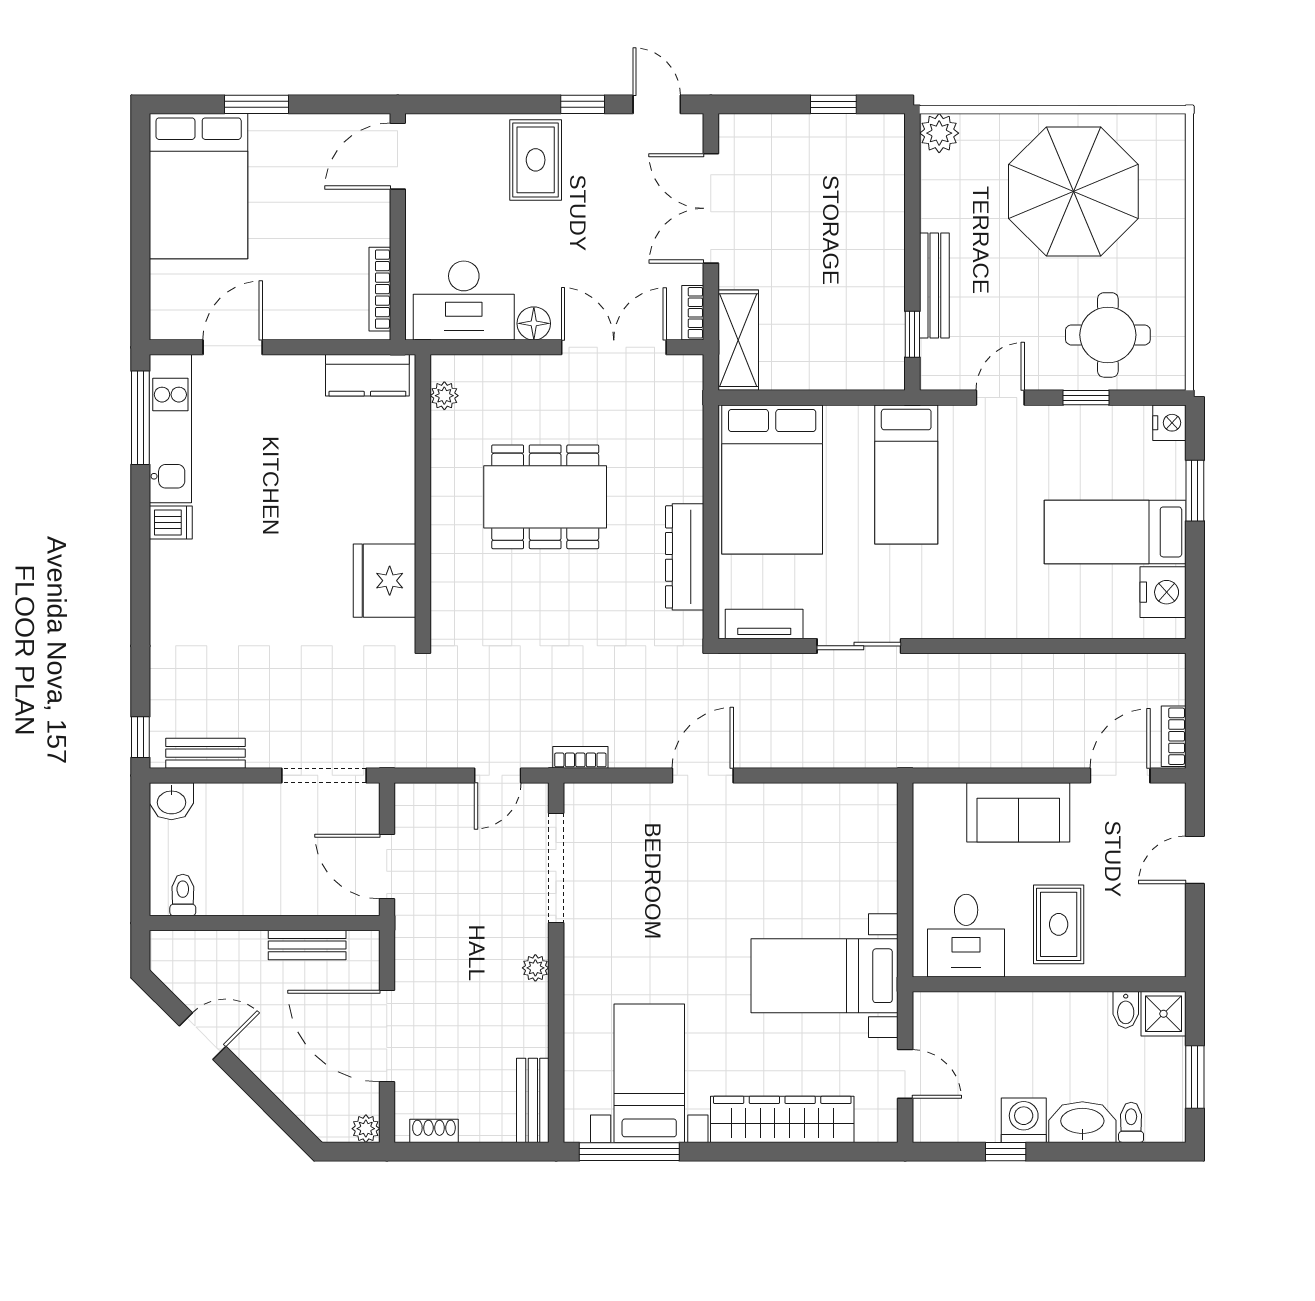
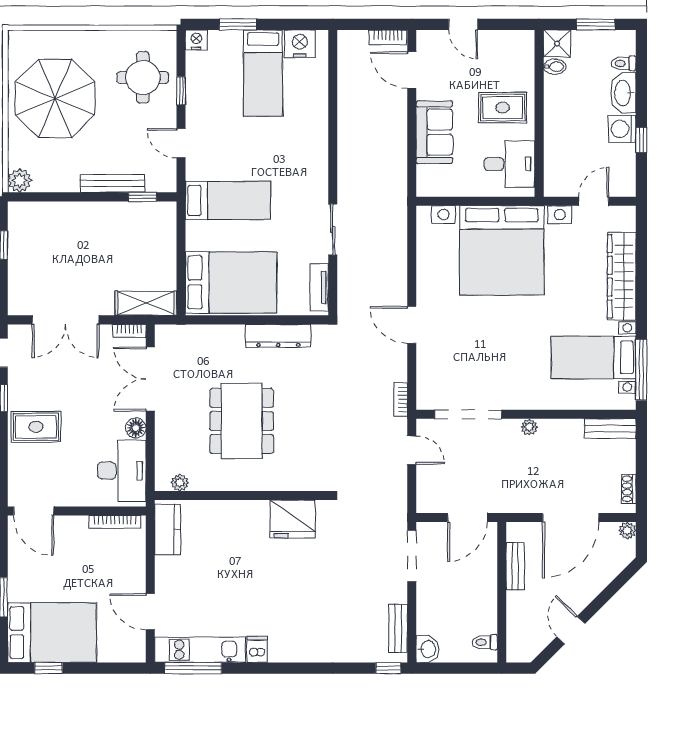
window: (140, 180) -> (48, 668), added
bed with nightstands: (825, 976) -> (502, 250), width x1.85

